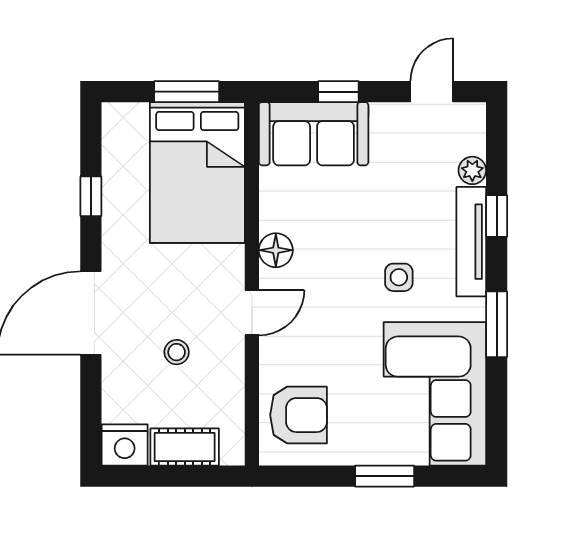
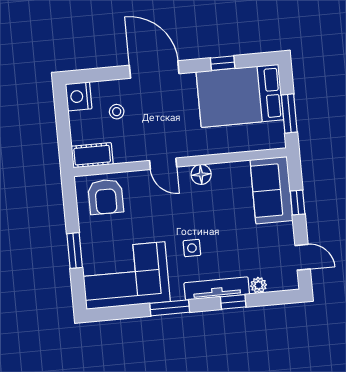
bed: (197, 172) -> (240, 96), moved
stool: (177, 352) -> (117, 112), moved
cot: (185, 447) -> (92, 155), moved, turned 90

